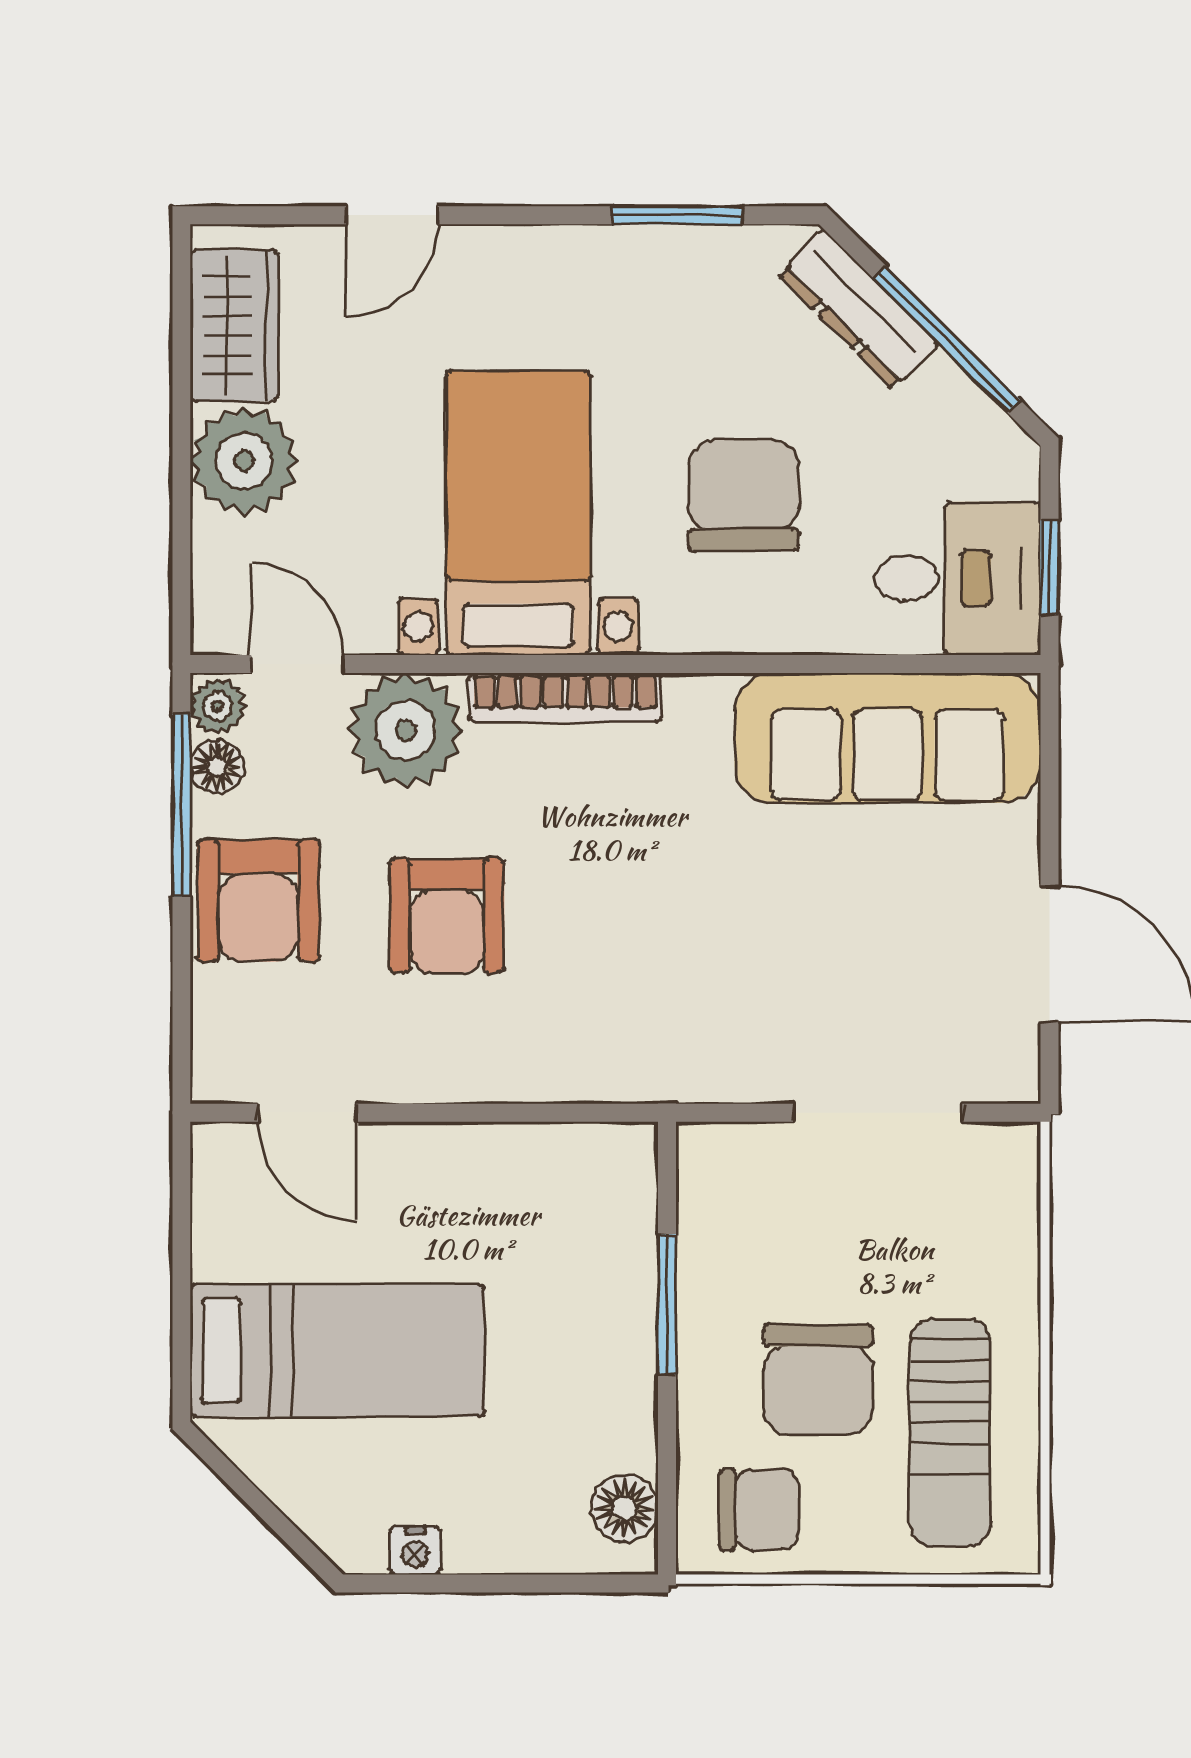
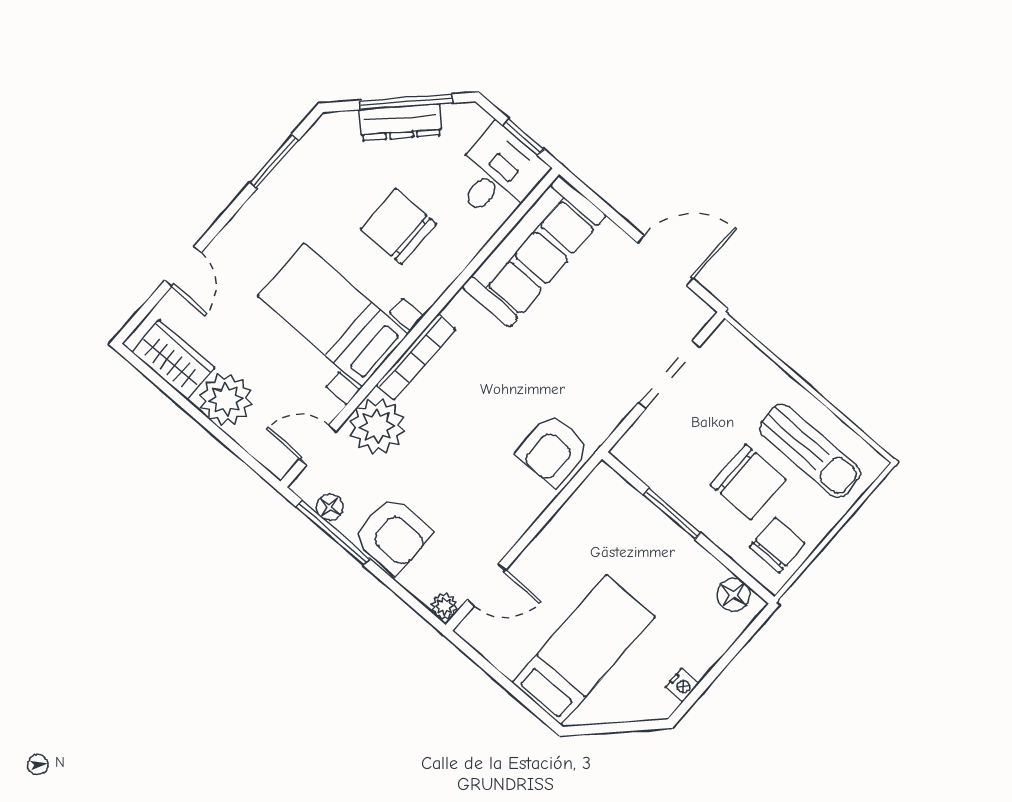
dresser: (858, 309) -> (401, 122), moved
plant: (218, 706) -> (444, 606), moved
armchair: (447, 916) -> (553, 450), moved, turned 90

